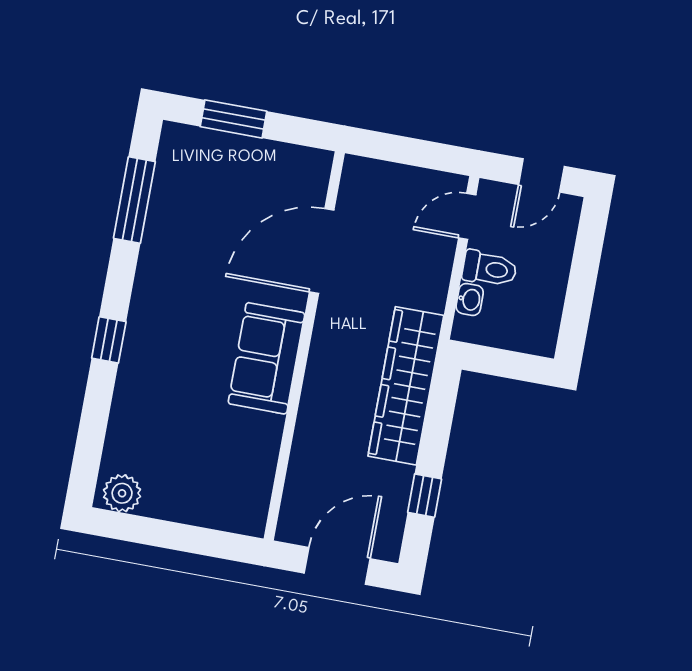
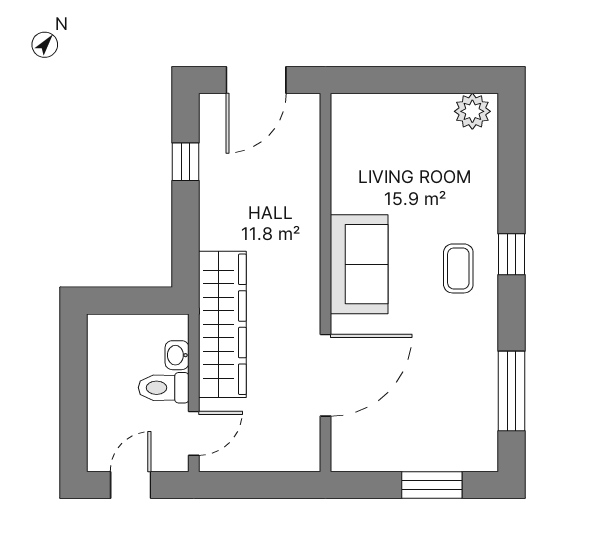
coffee table: (166, 335) -> (458, 268), added
wardrobe: (406, 386) -> (222, 324), moved

